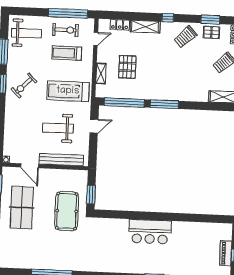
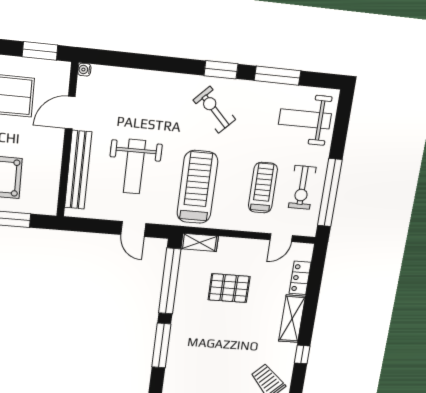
weight bench: (26, 33) -> (305, 119), turned 90
door: (96, 39) -> (281, 238), hinge flipped
shelving: (101, 74) -> (200, 242), moved
weight bench: (58, 128) -> (134, 167), turned 180

